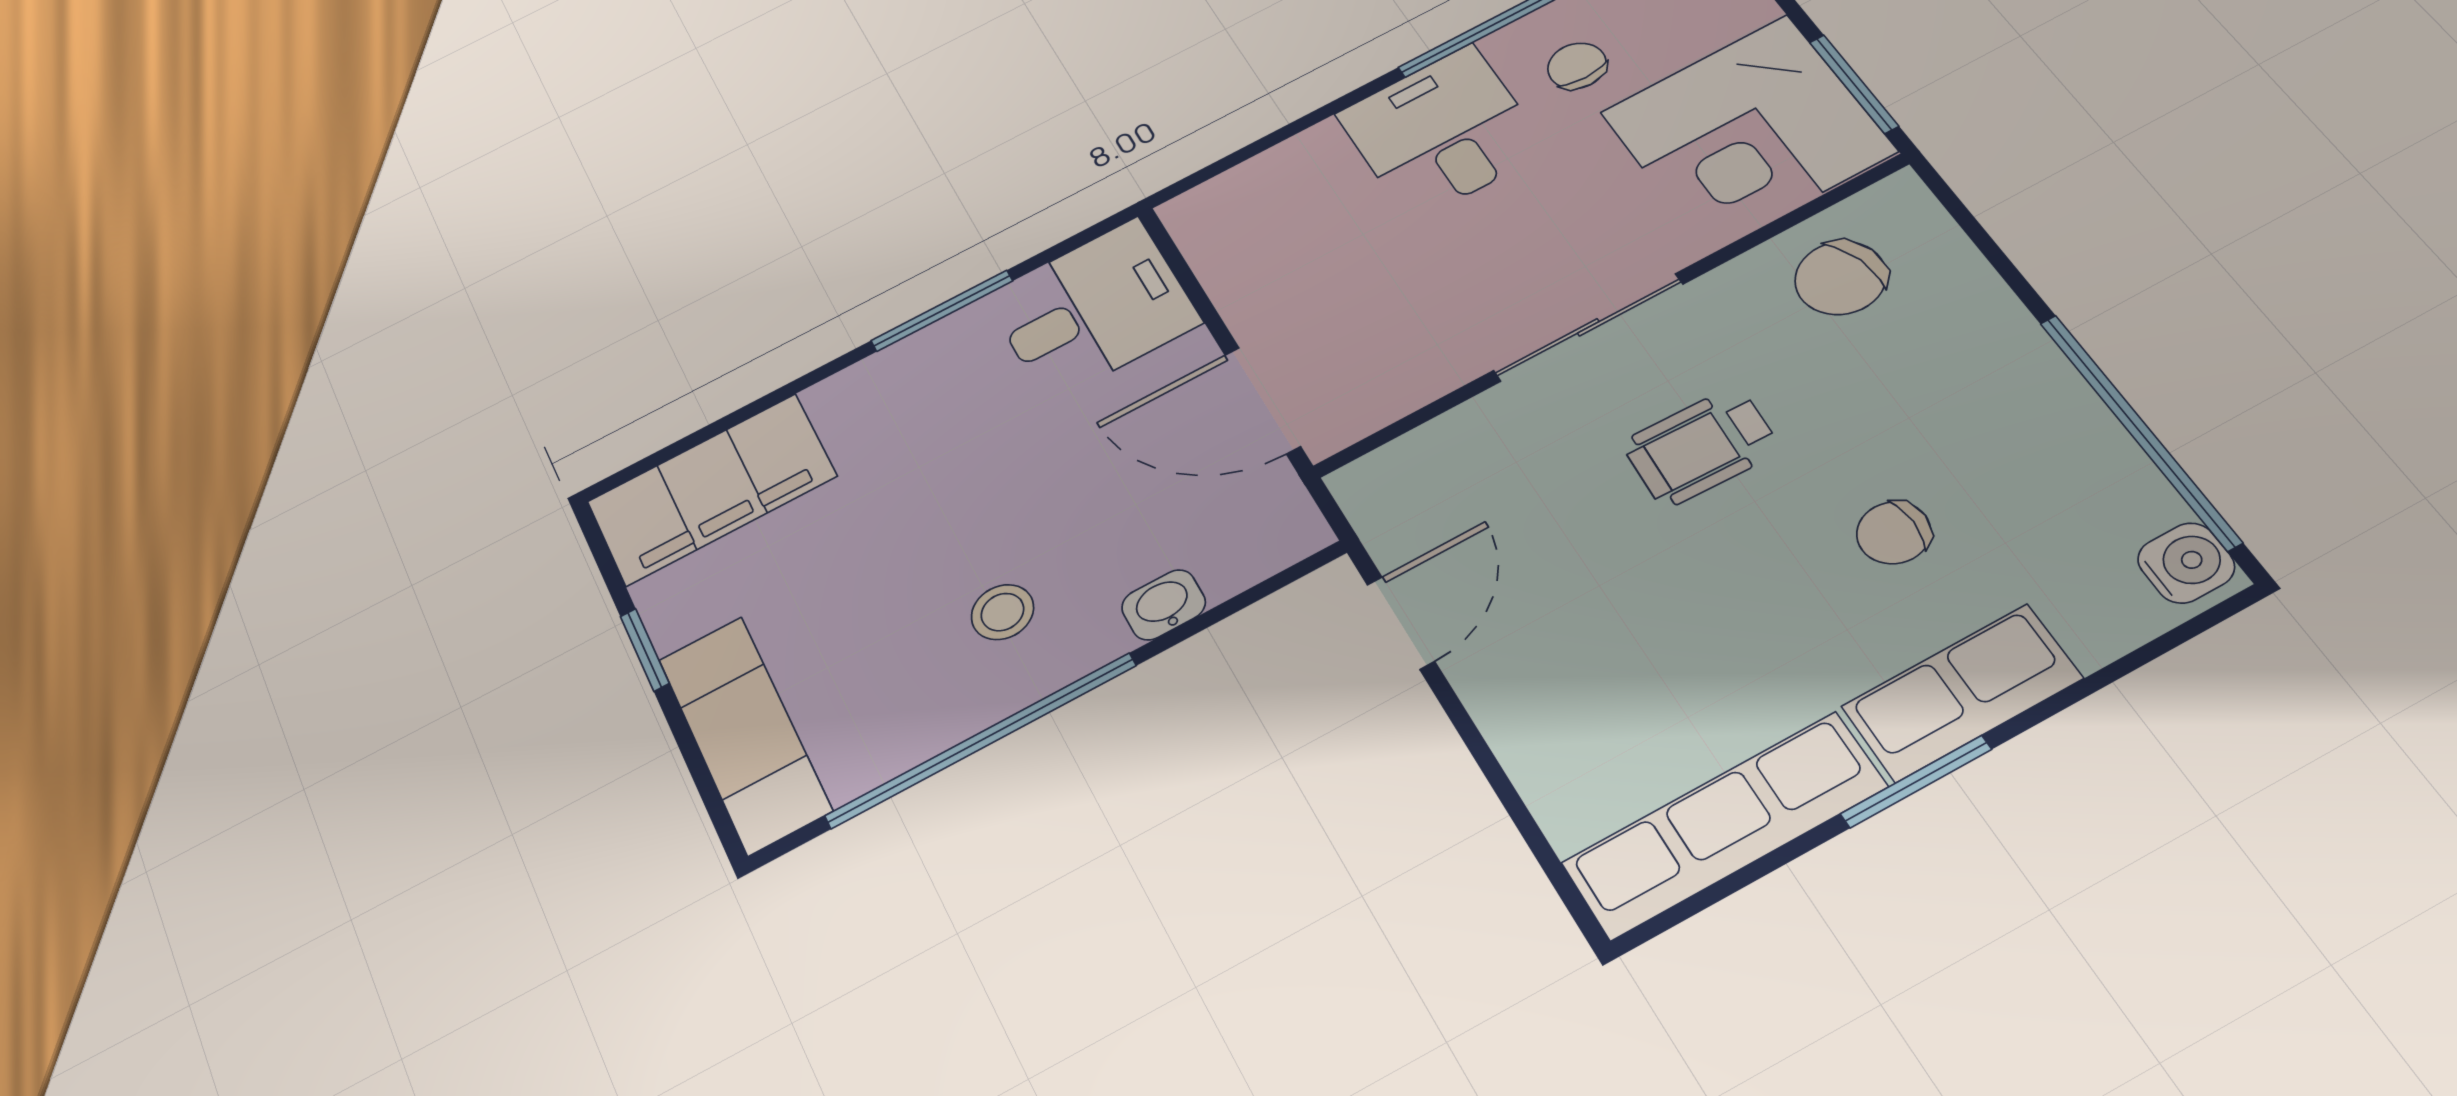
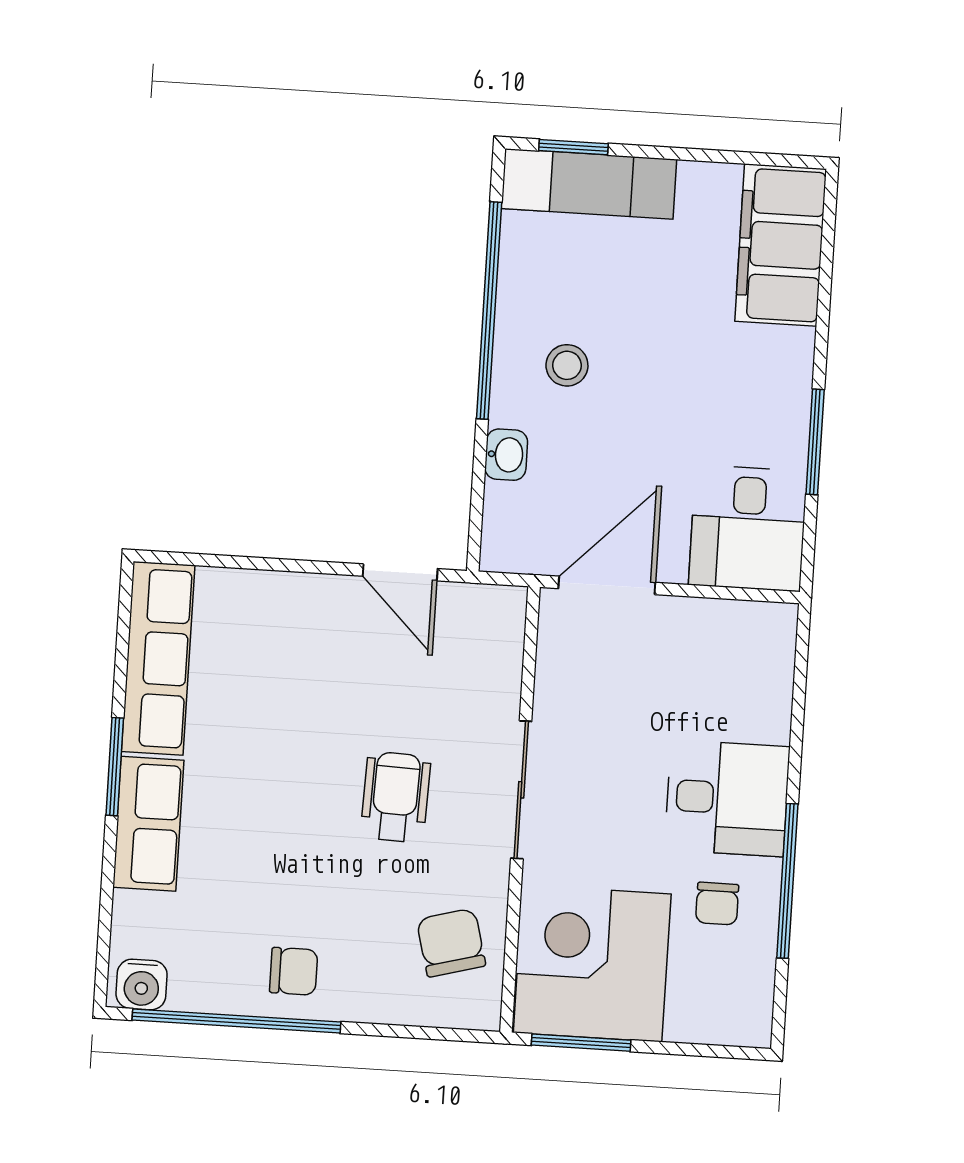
chair: (1577, 66) -> (717, 904), turned 90
chair: (1894, 533) -> (294, 971), moved, turned 90
window: (645, 650) -> (573, 147), moved

